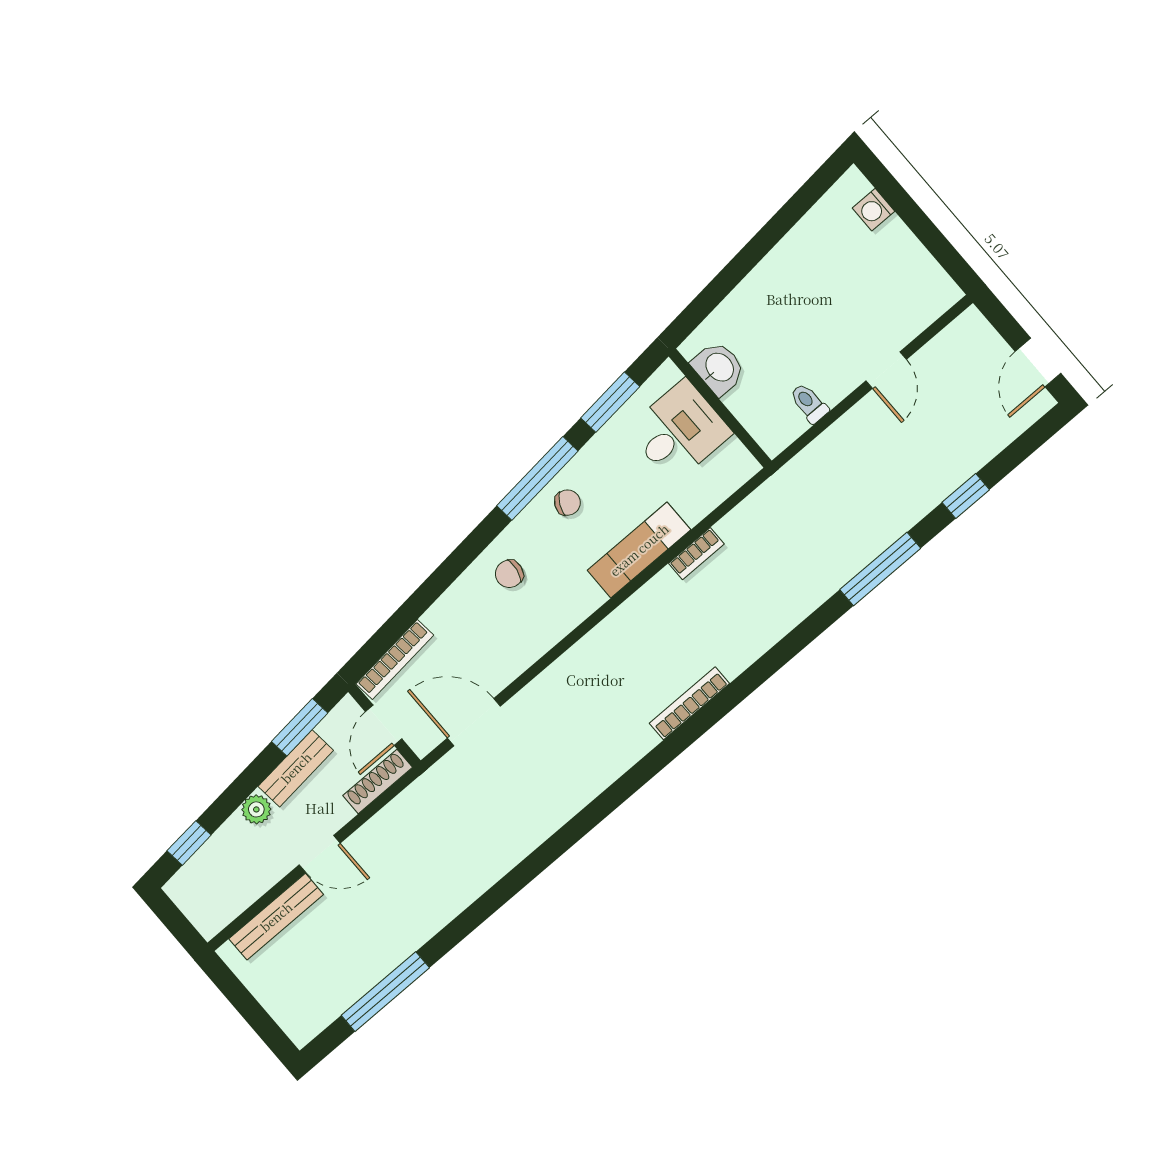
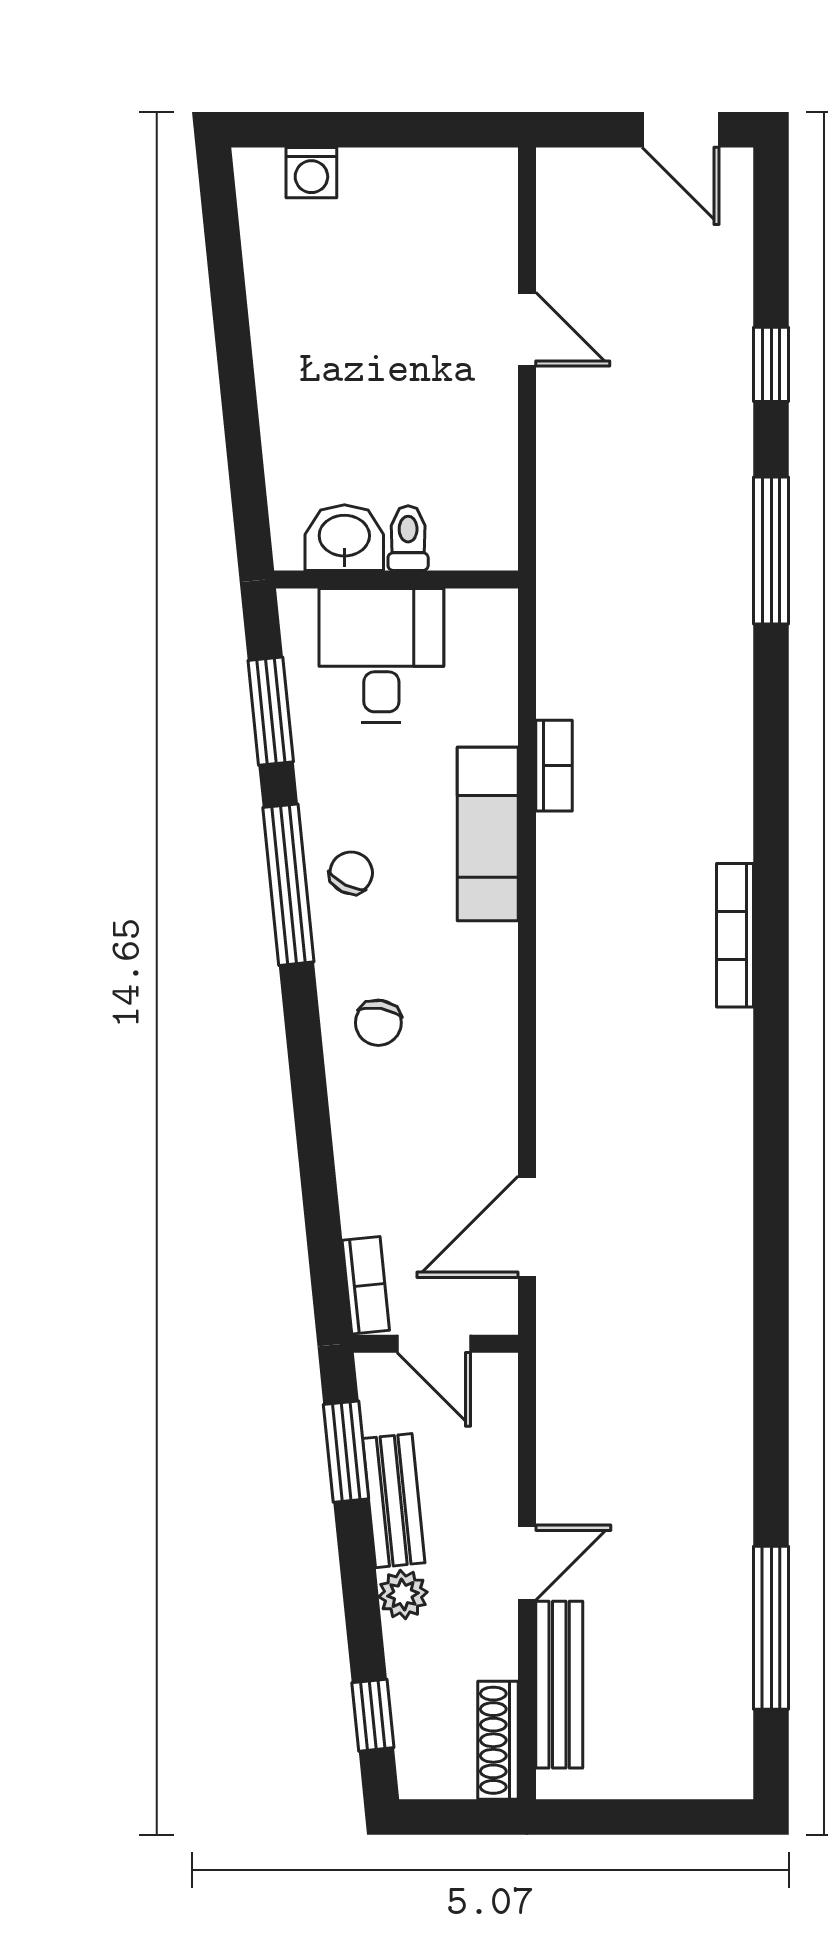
toilet: (809, 403) -> (408, 538), moved, turned 90
bookcase: (395, 659) -> (366, 1285), width x0.64
shoe rack: (378, 781) -> (498, 1740), moved

